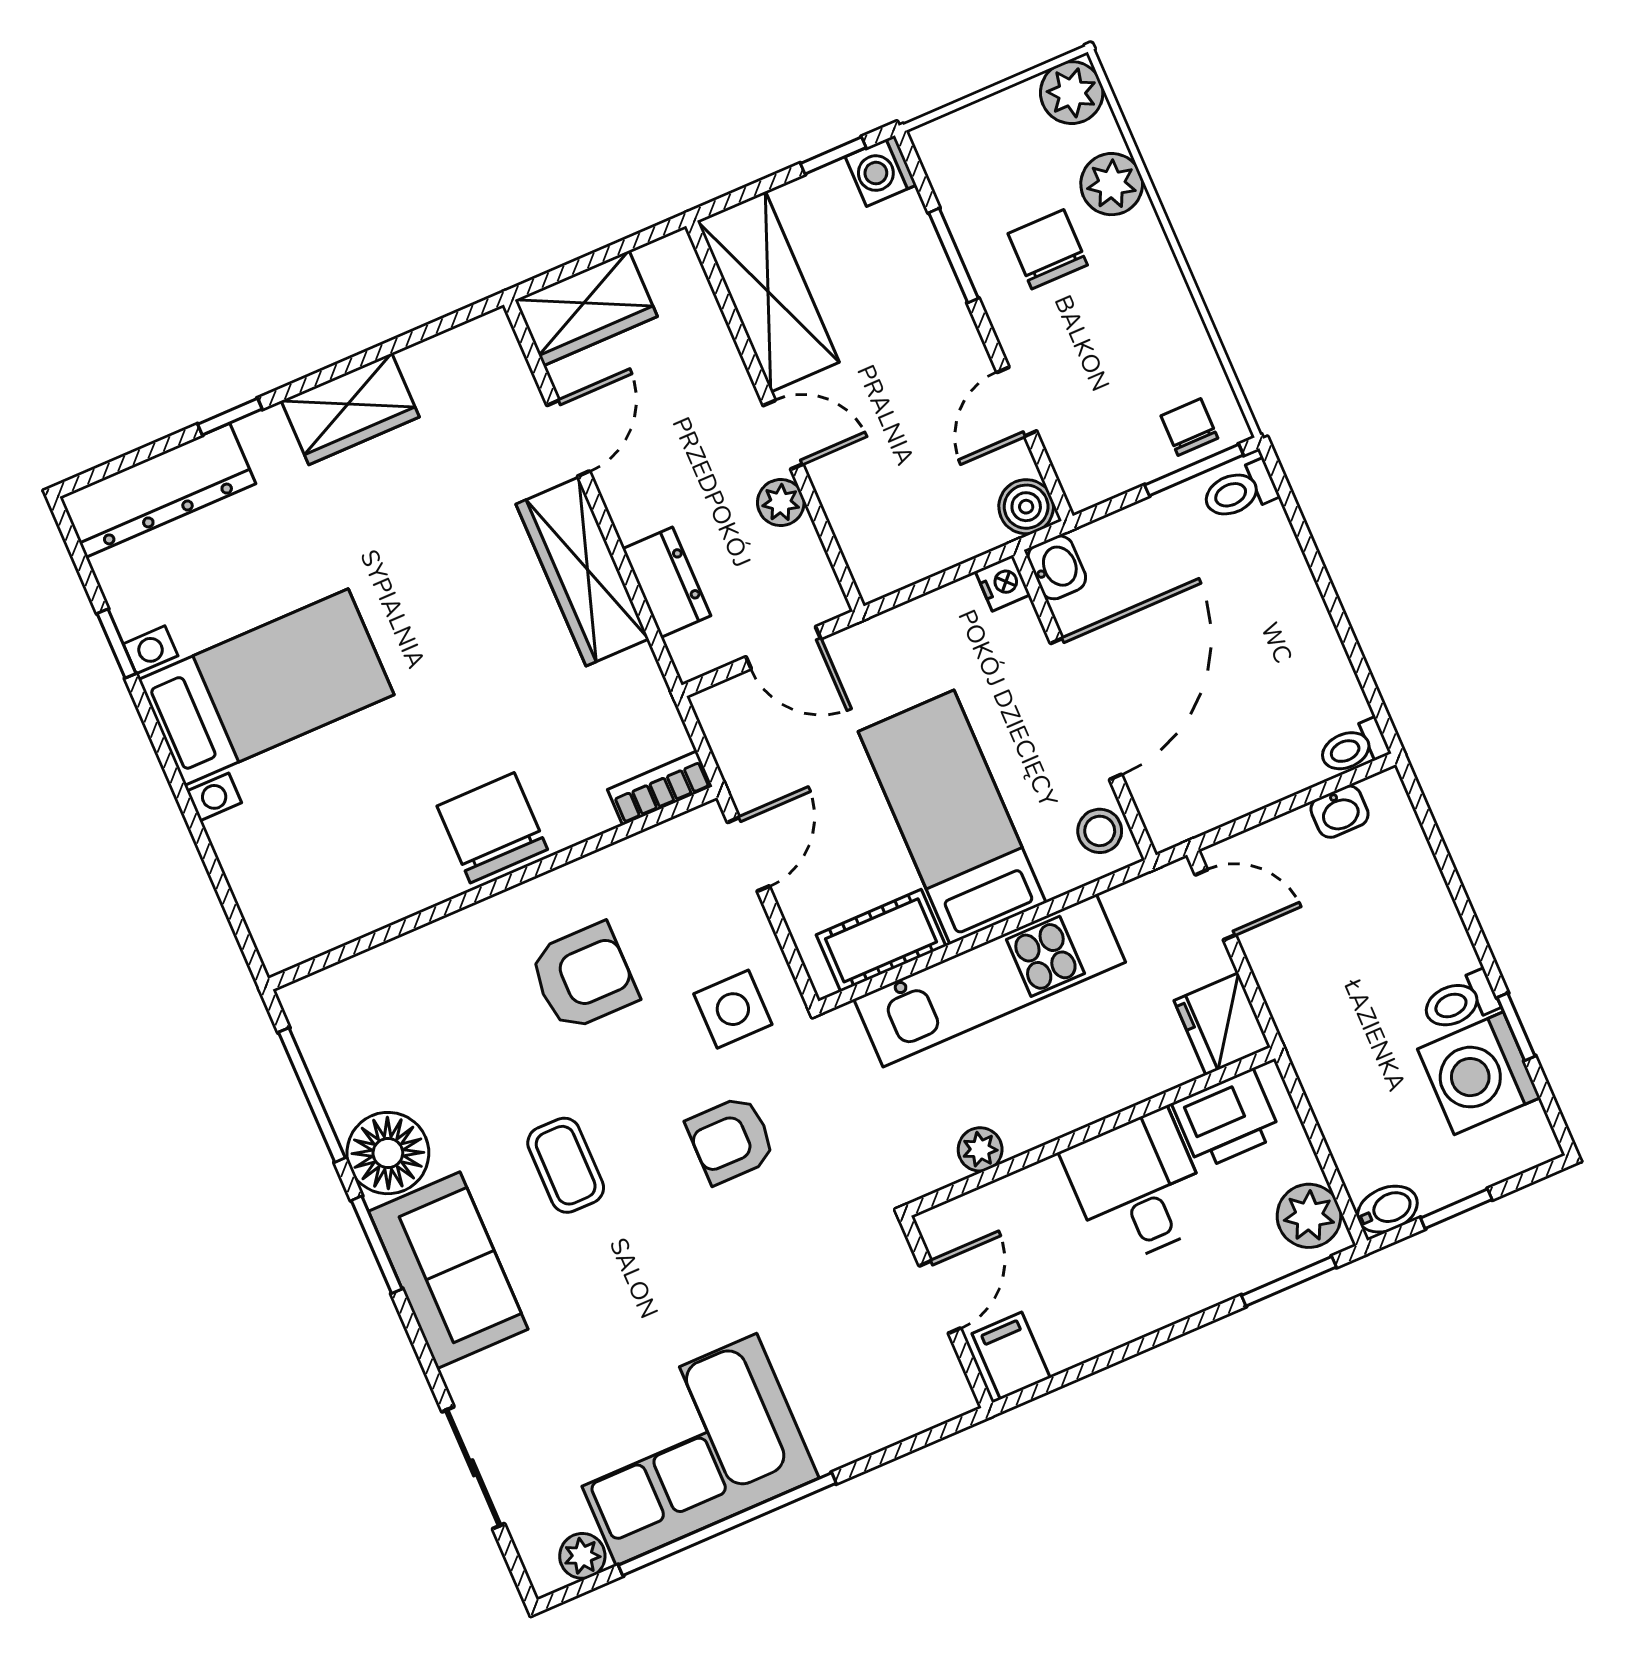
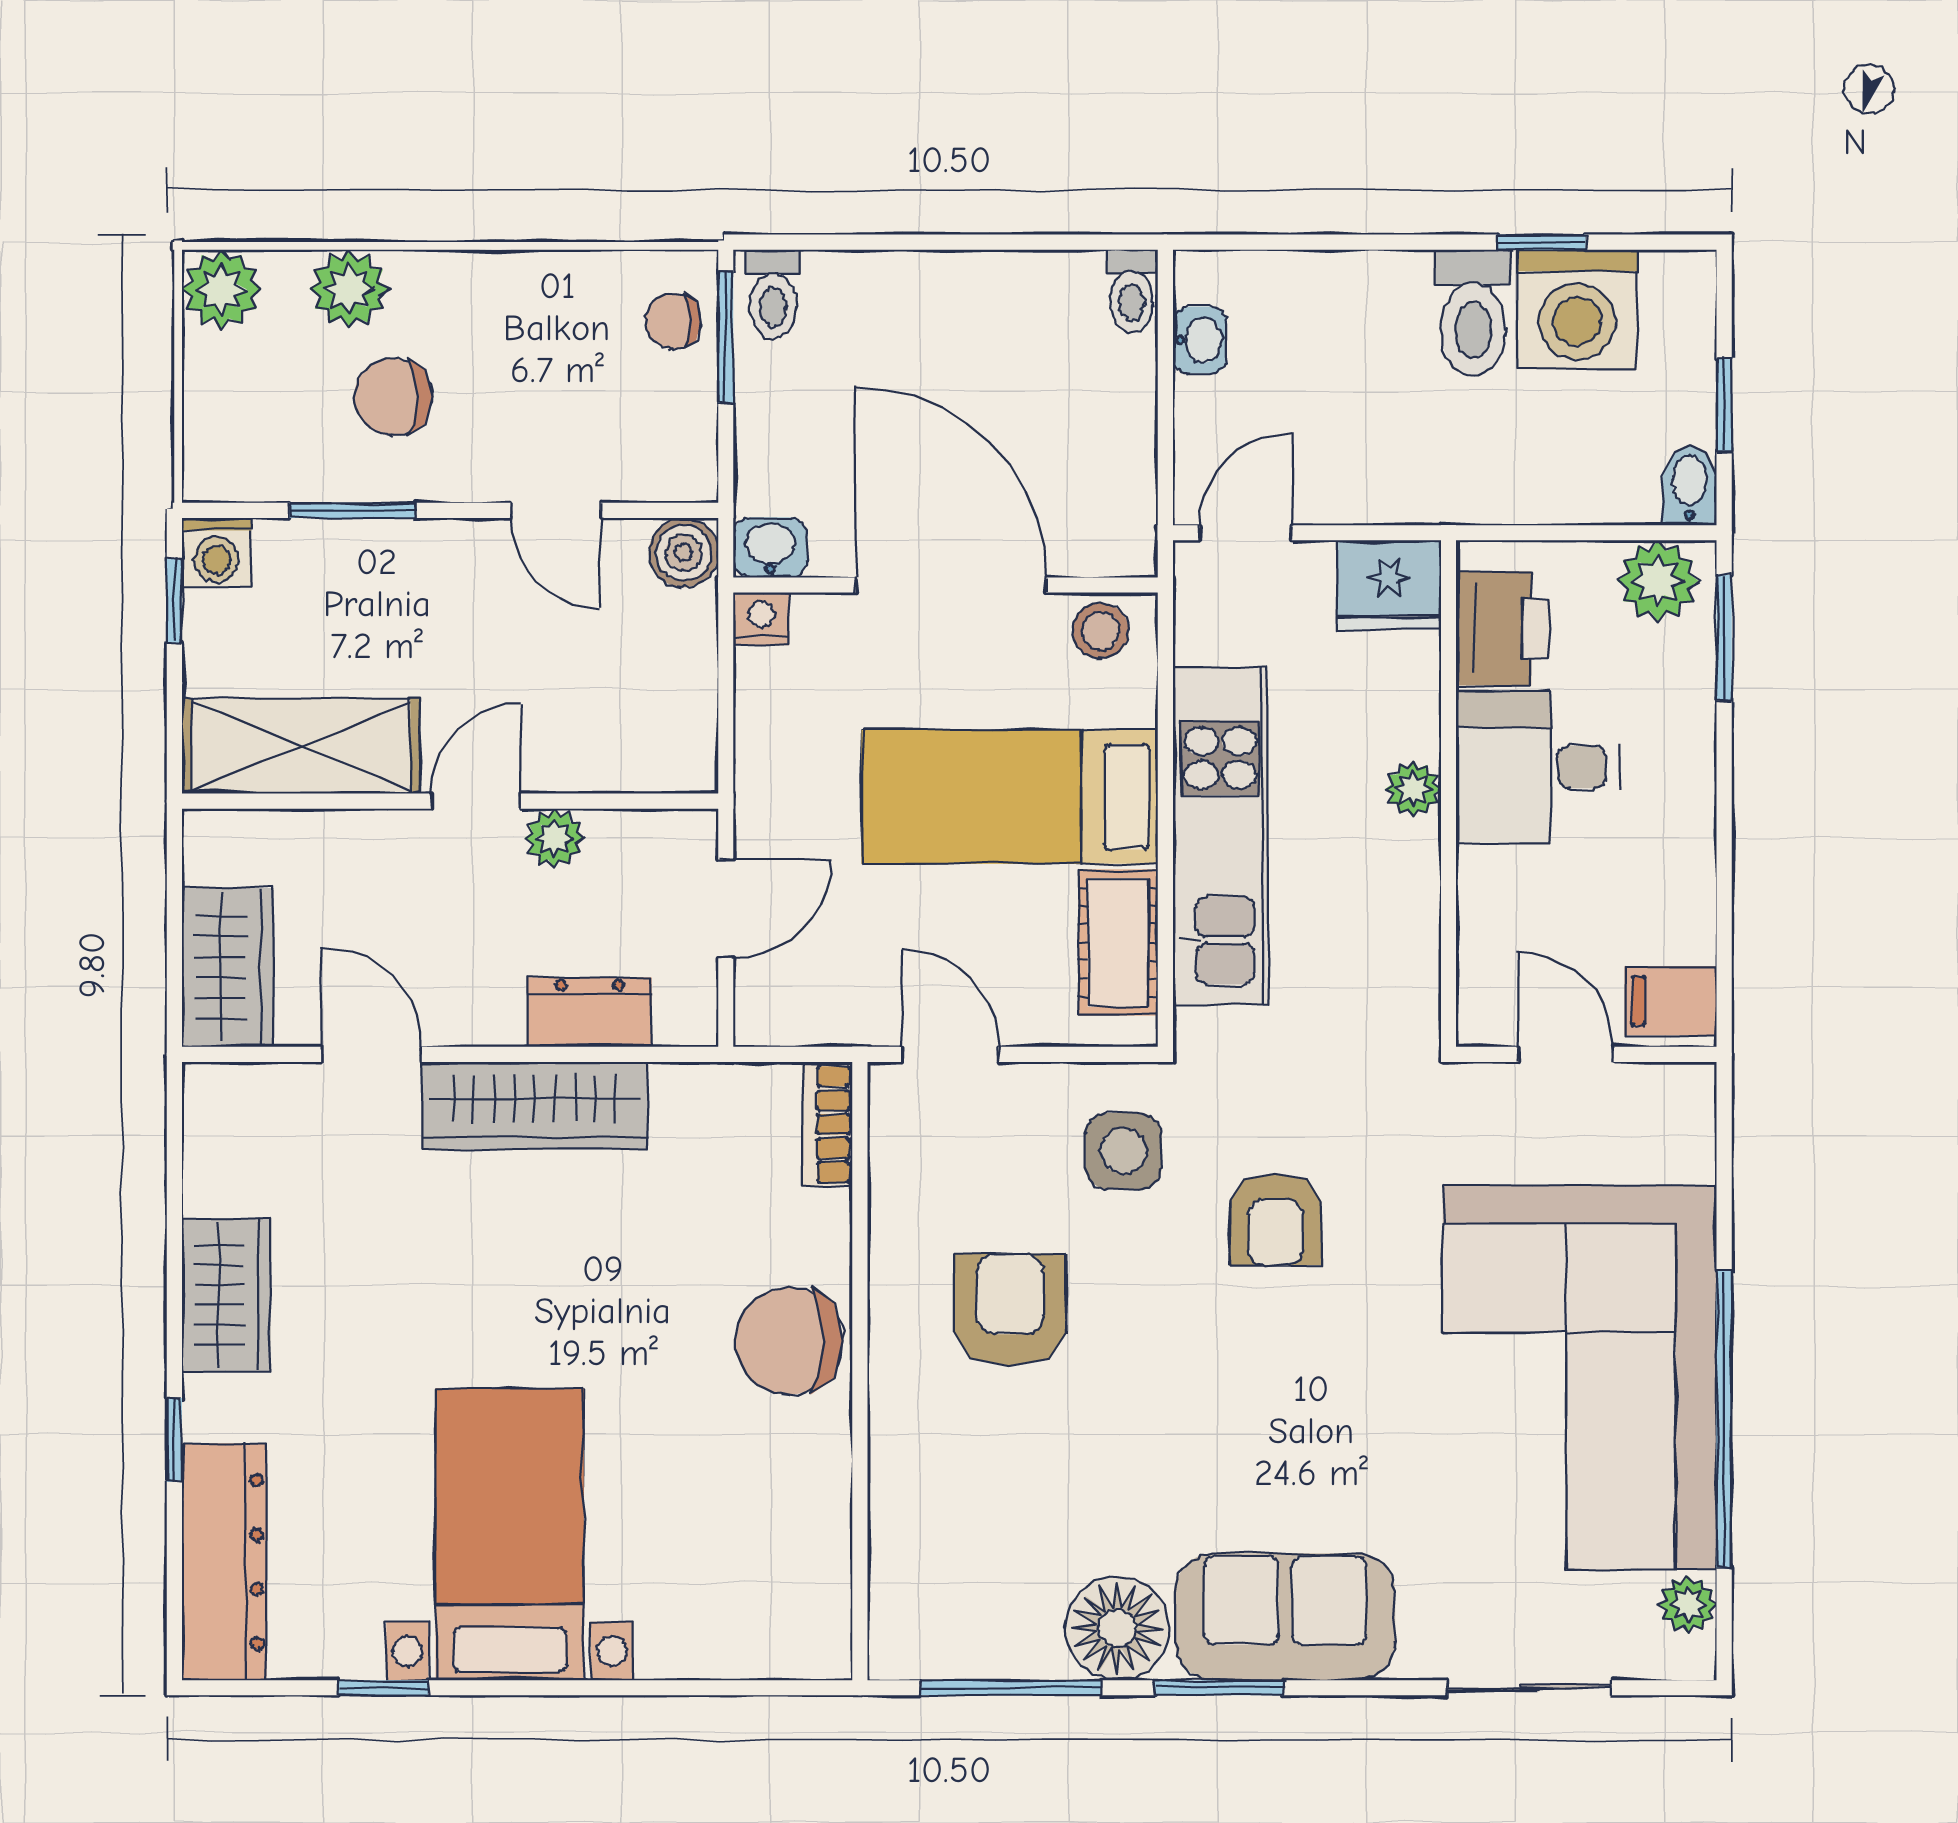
toilet: (1460, 1002) -> (1473, 313), width x1.37, depth x1.39
plant: (980, 1149) -> (1413, 789), moved
coffee table: (566, 1165) -> (1222, 1426), removed
corner sofa: (686, 1450) -> (1580, 1378), width x1.36, depth x1.36

